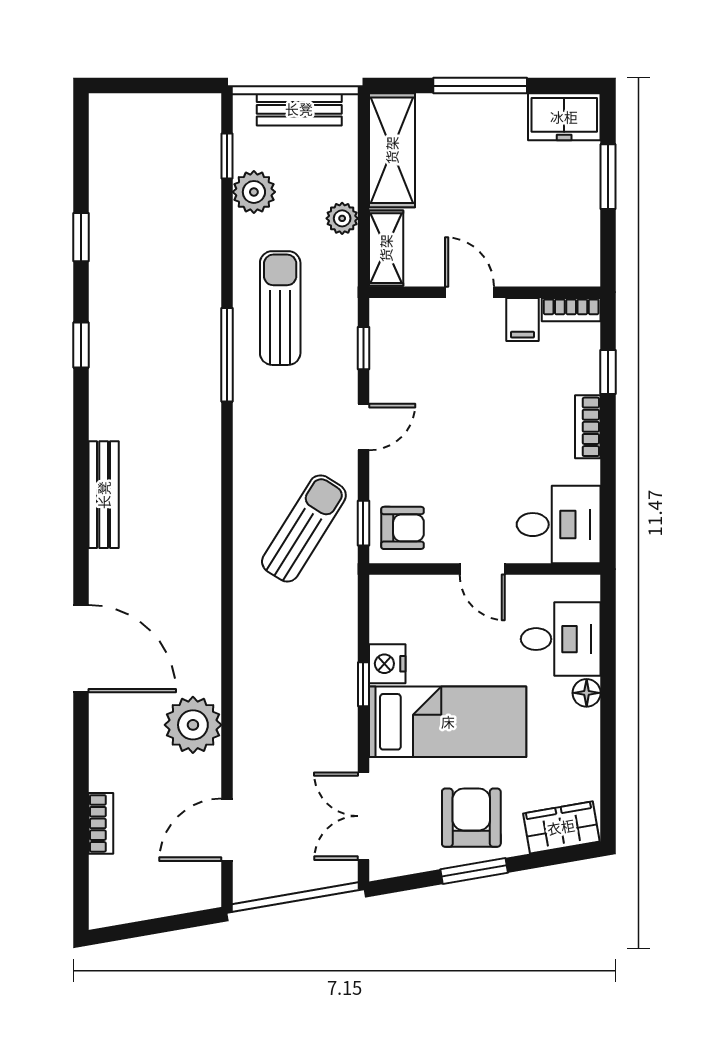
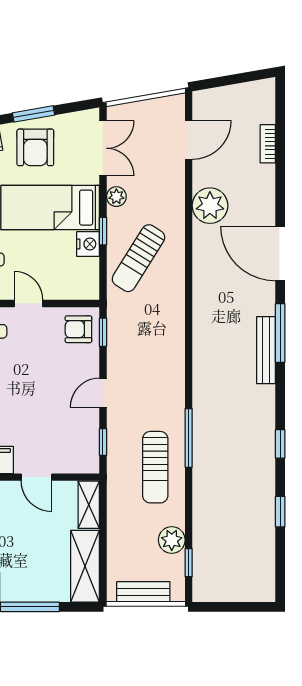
plant: (342, 218) -> (116, 197), moved
window: (81, 522) -> (280, 333), added
sun lounger: (304, 528) -> (138, 258), moved

